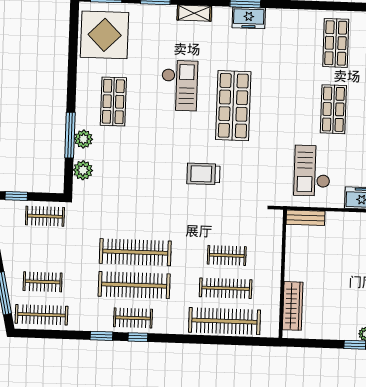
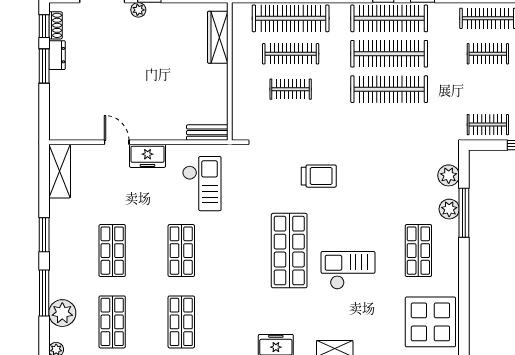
checkout: (179, 85) -> (348, 270), turned 90
clothes rail: (133, 318) -> (389, 18), width x1.86, depth x1.31

